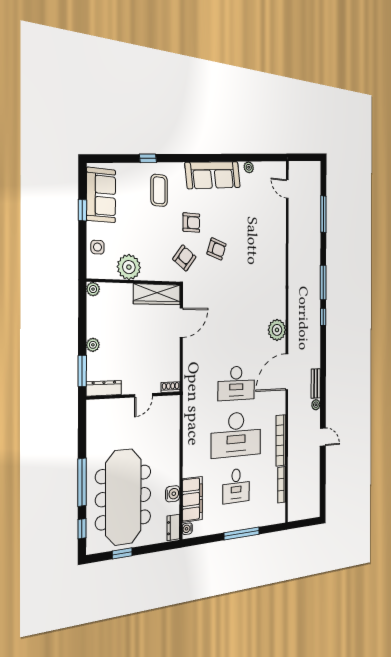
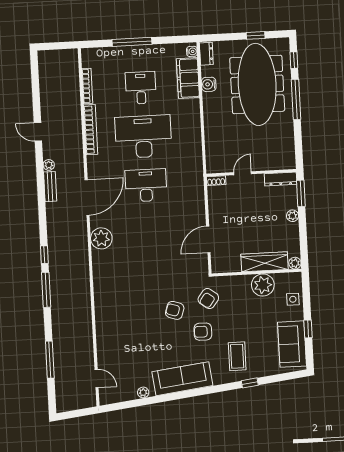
wardrobe: (157, 294) -> (265, 262), moved

